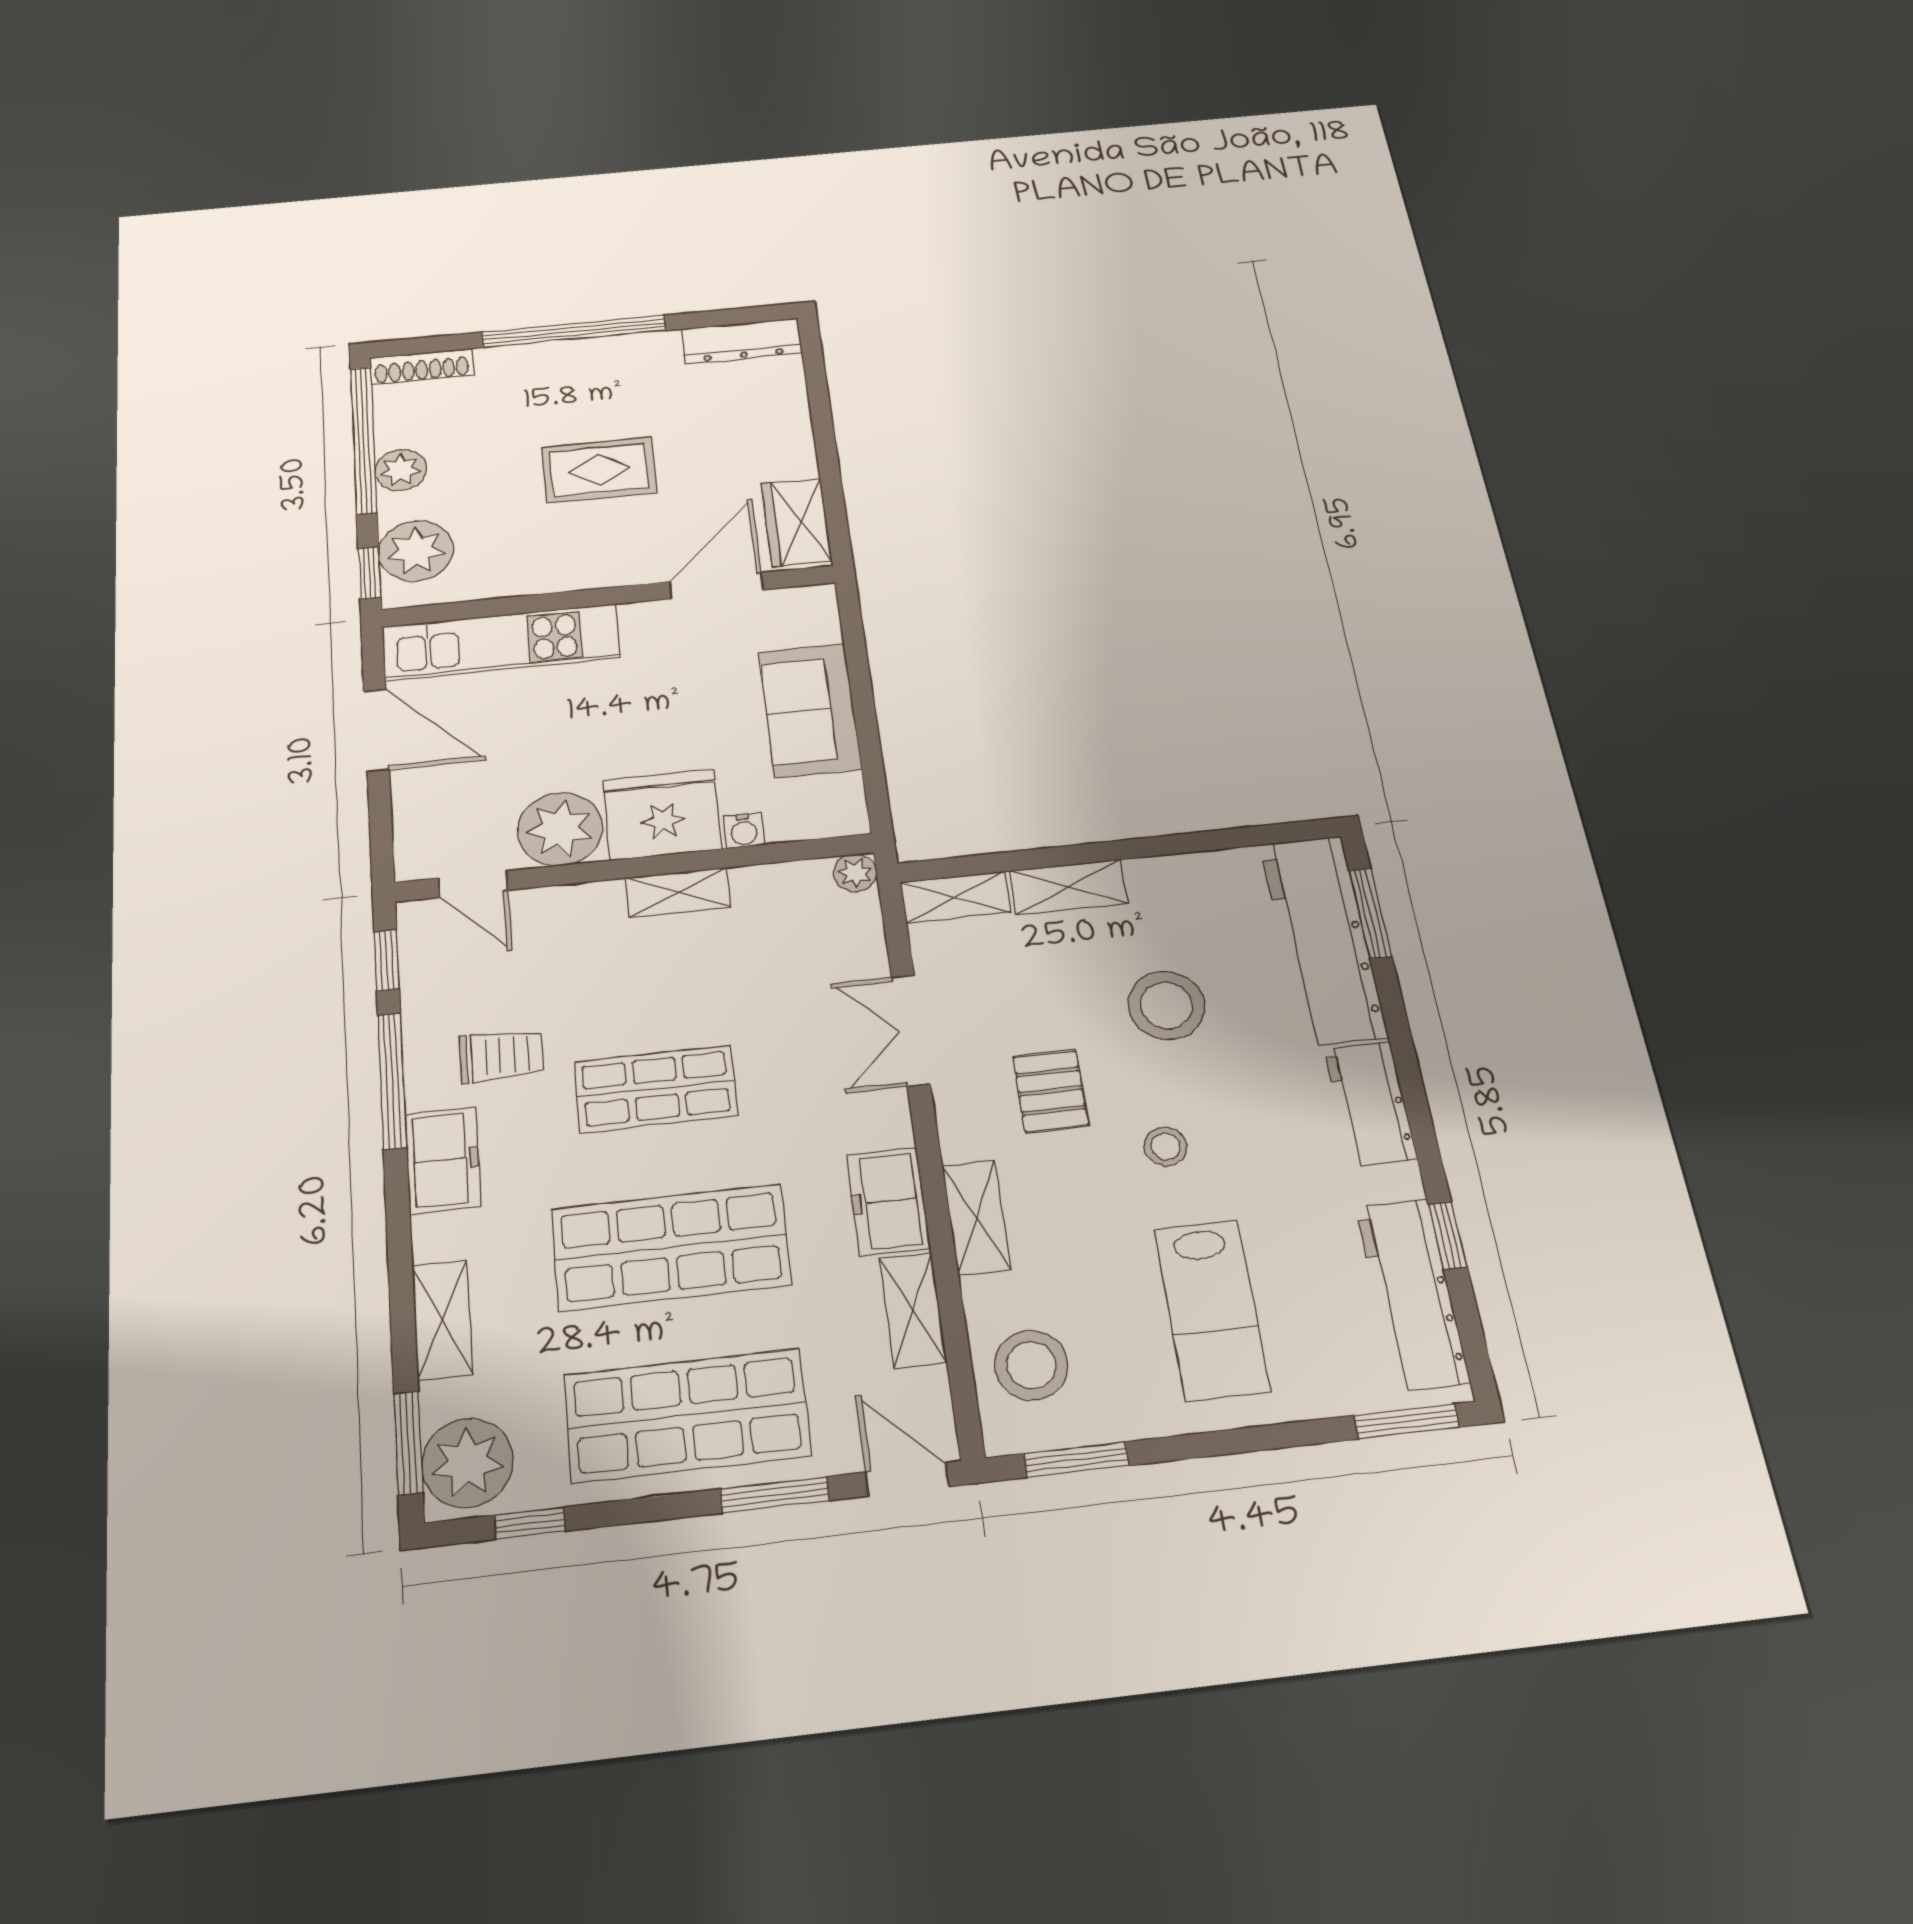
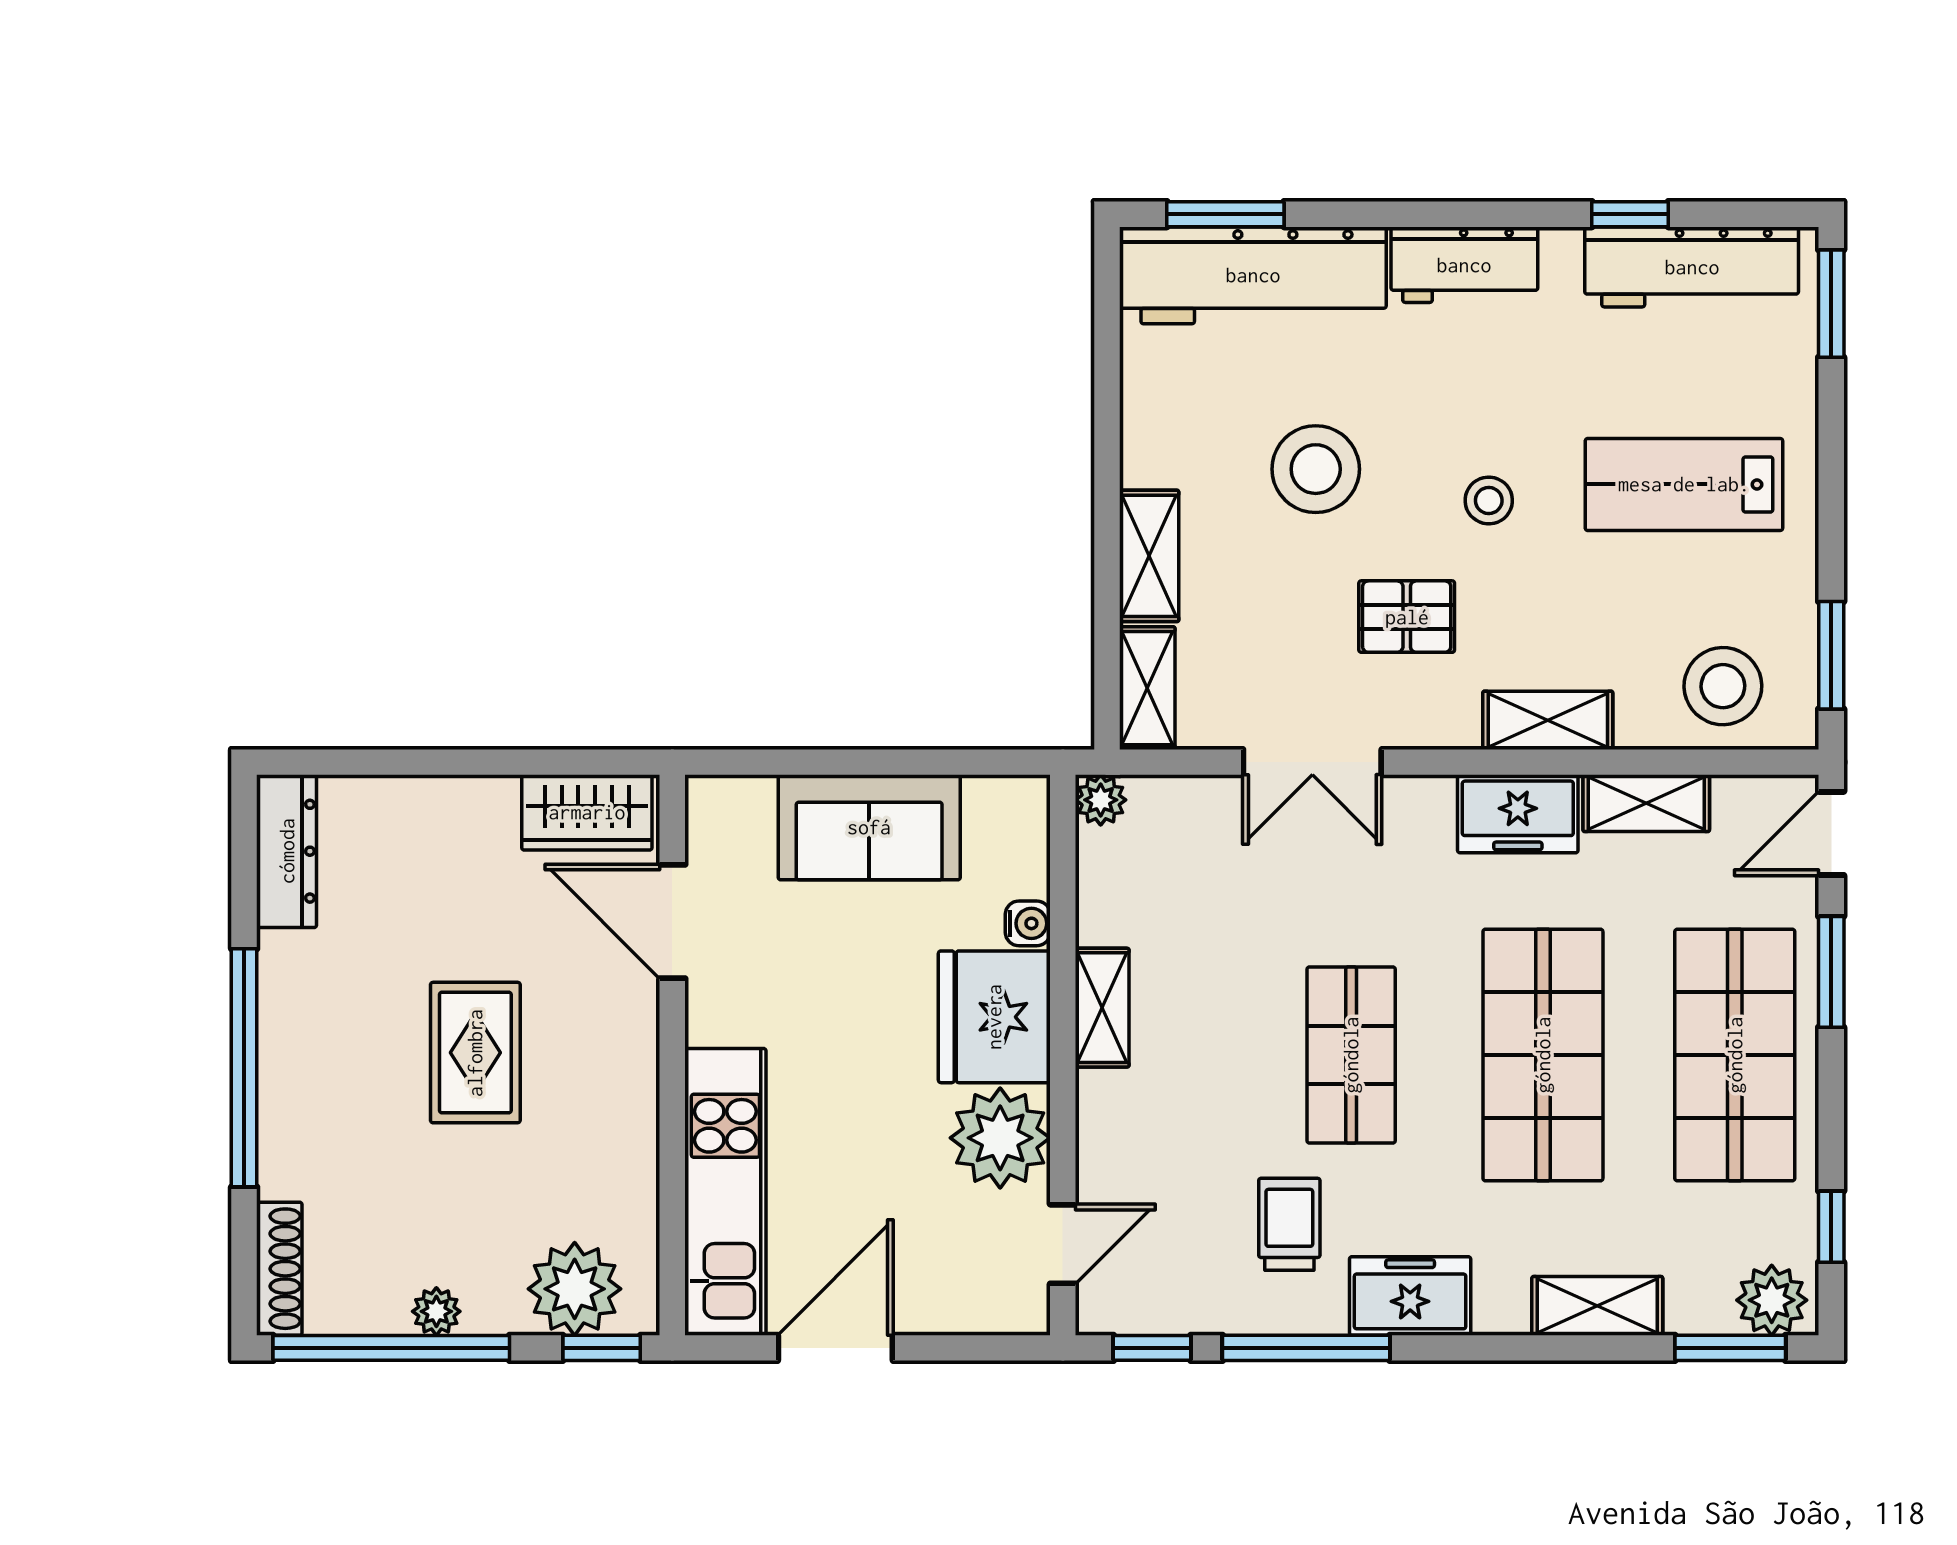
plant: (401, 470) -> (436, 1311), width x0.73, depth x0.73
lab bench: (1212, 1310) -> (1684, 484), turned 180
plant: (467, 1463) -> (1772, 1300), width x0.73, depth x0.73

